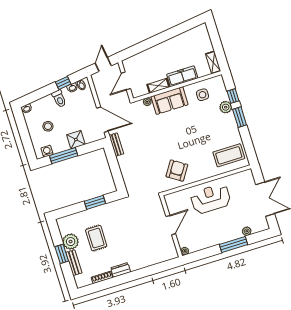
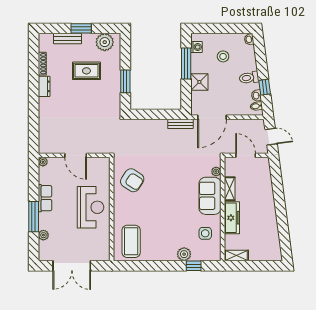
window: (240, 117) -> (169, 266), removed
row of seats: (215, 240) -> (45, 198), added
plant: (71, 242) -> (105, 42), moved

